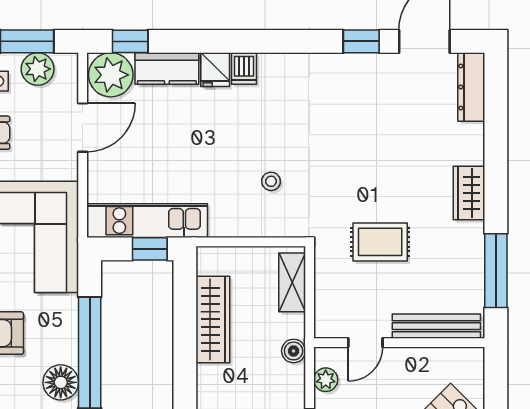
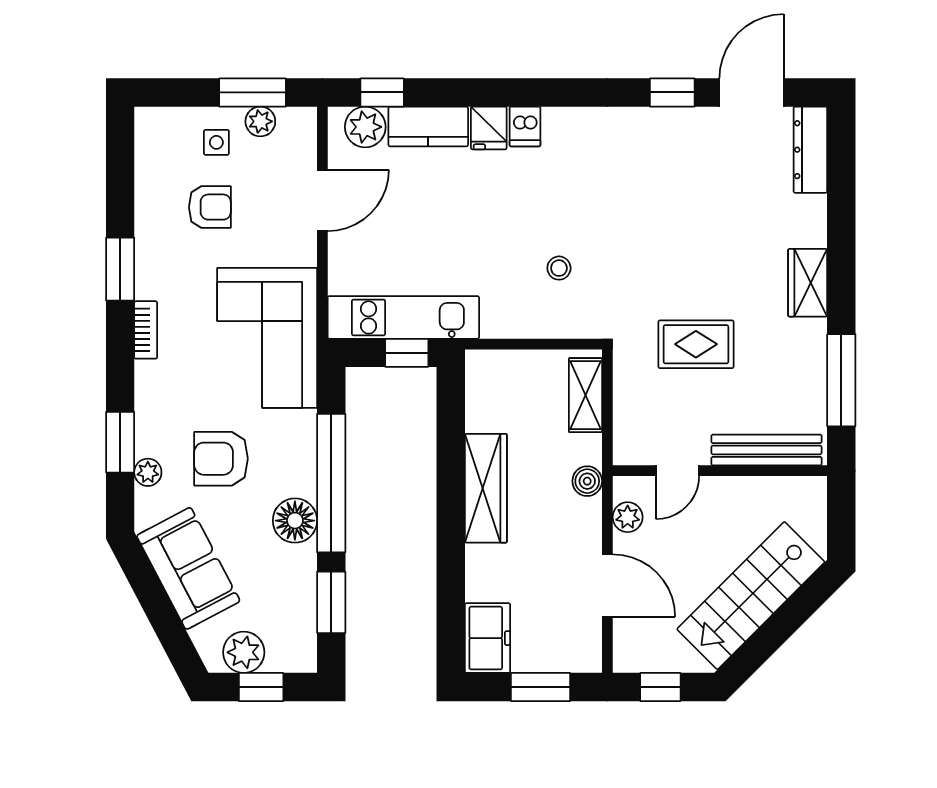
plant: (38, 69) -> (260, 121), width x0.73, depth x0.73
plant: (111, 75) -> (365, 127), width x0.73, depth x0.73
wardrobe: (213, 319) -> (486, 488), moved

